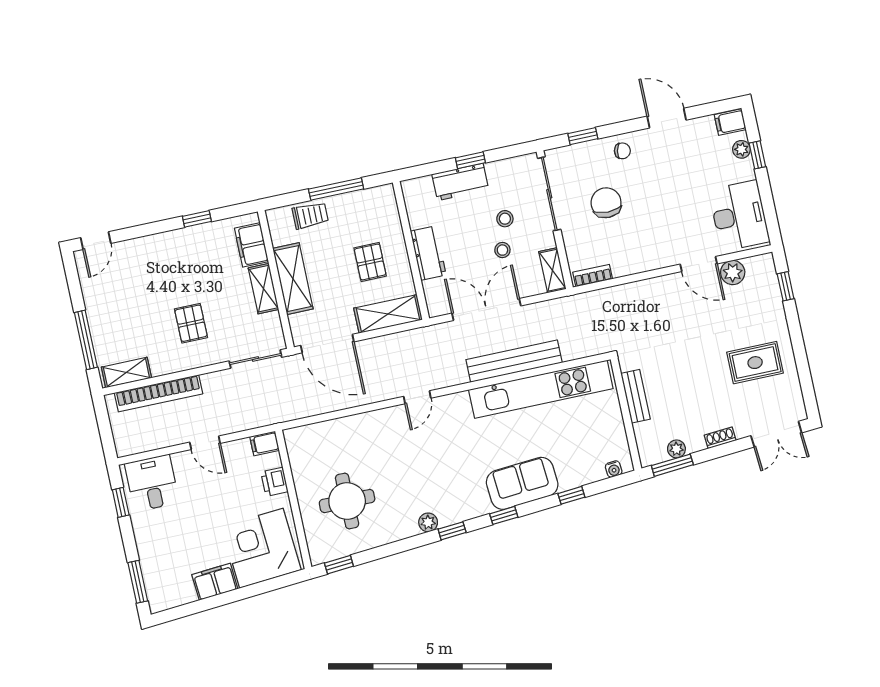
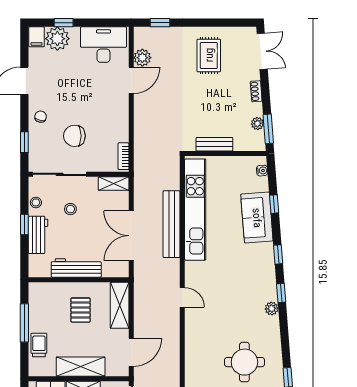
plant: (741, 149) -> (57, 39), width x1.87, depth x1.87
stool: (502, 250) -> (36, 202), moved
workbench: (428, 253) -> (76, 268), width x1.37
pallet: (370, 262) -> (80, 310), turned 90
door: (327, 344) -> (131, 352), width x0.73
sofa: (522, 483) -> (257, 218), moved

